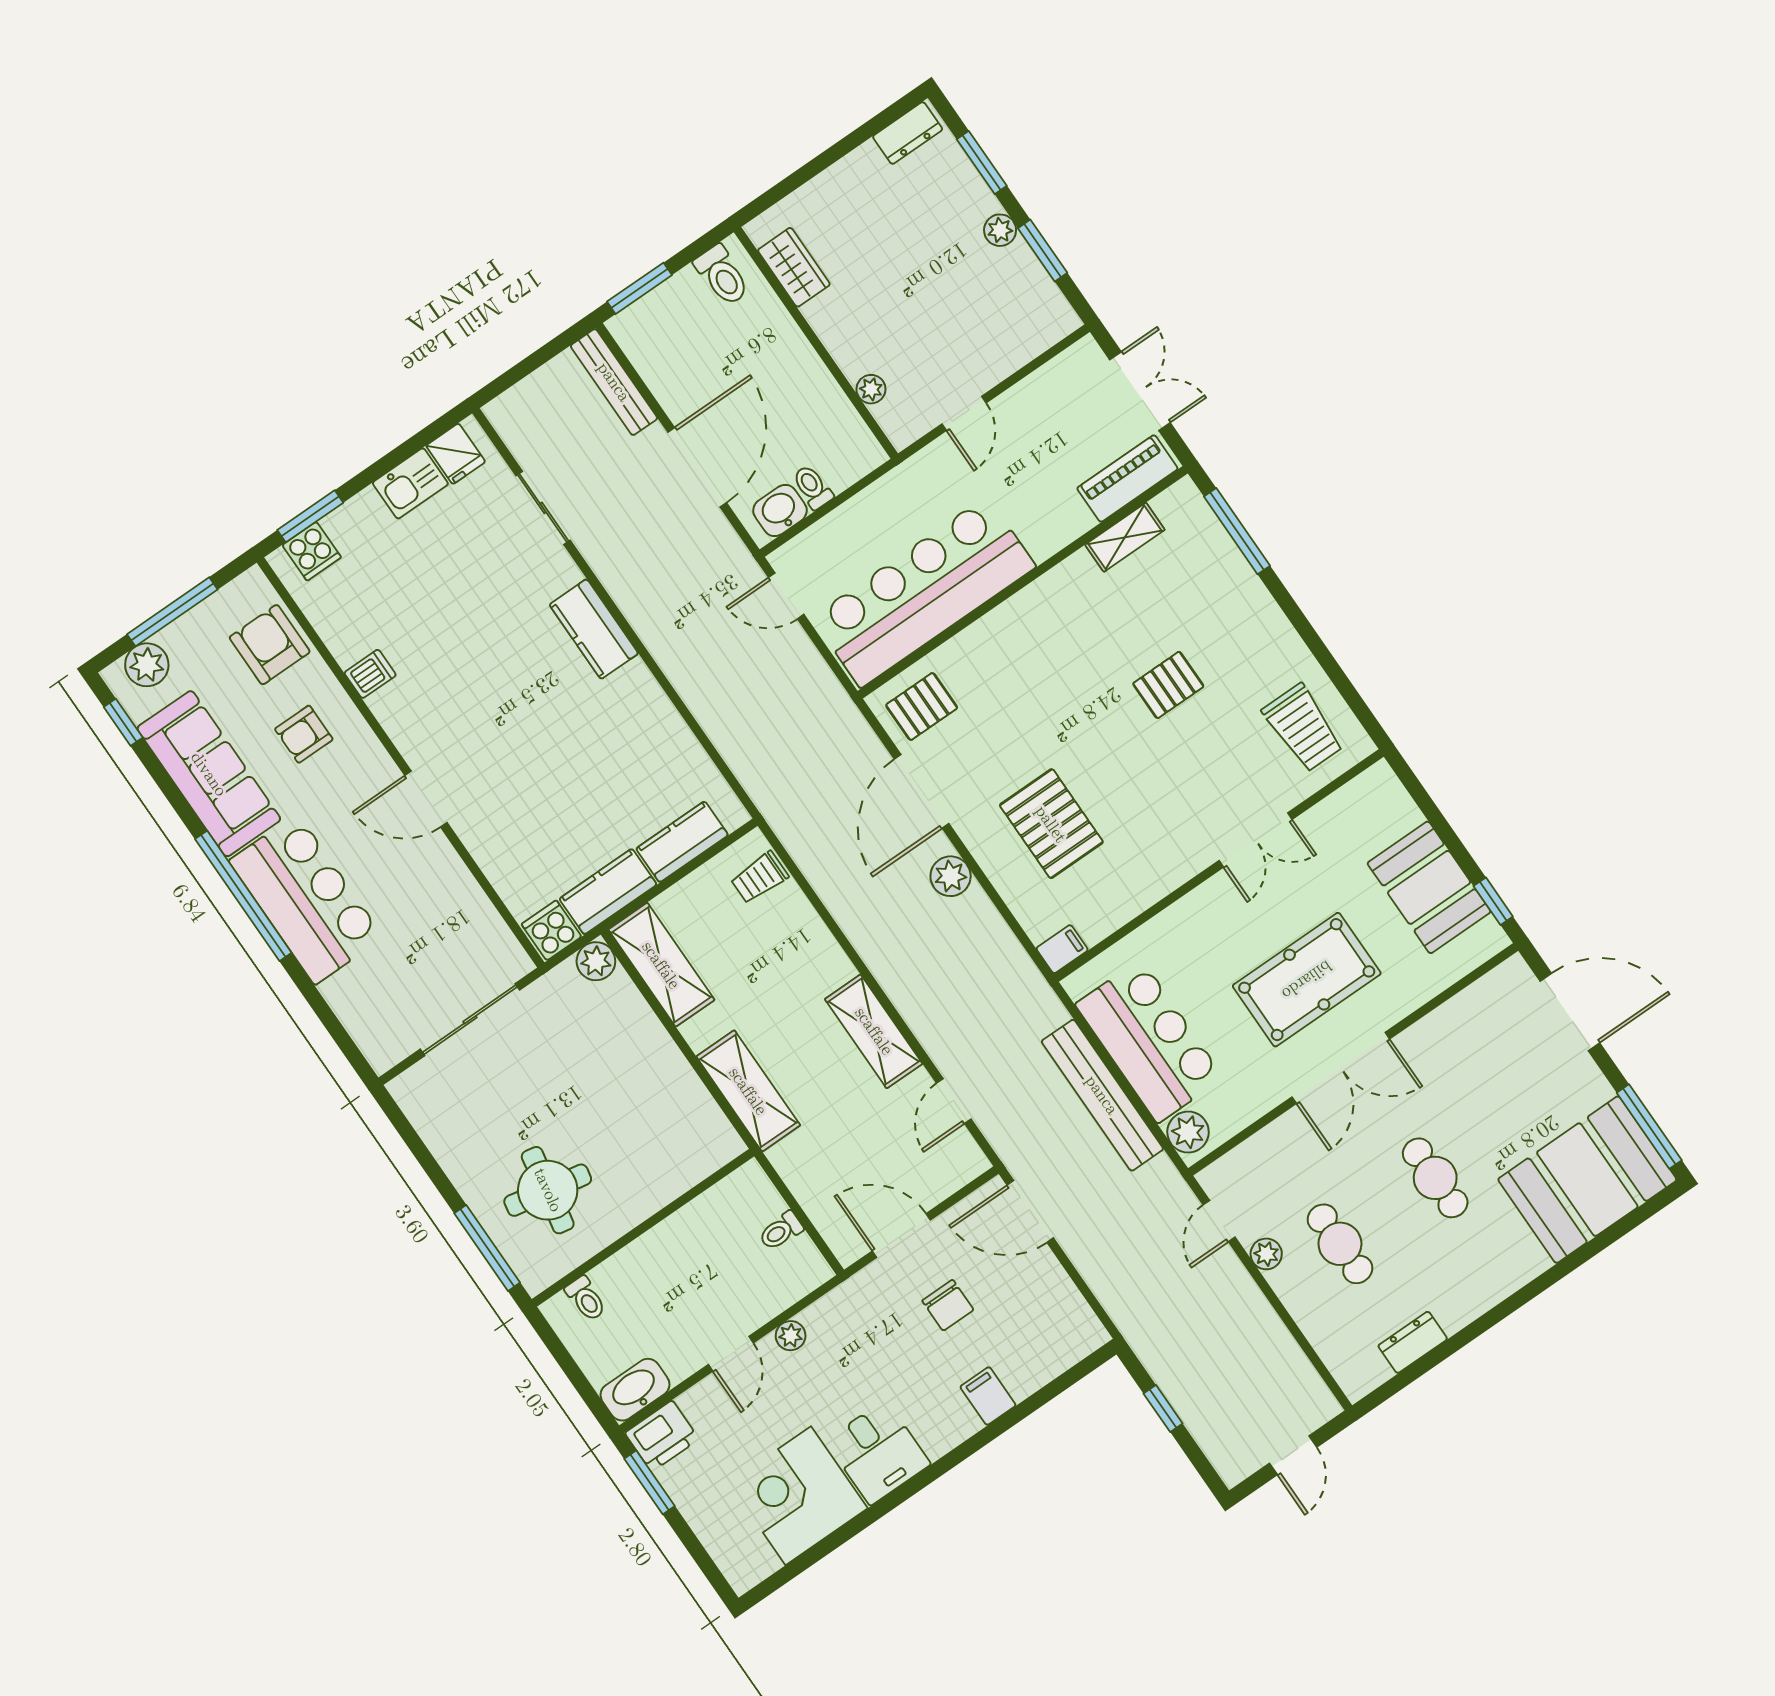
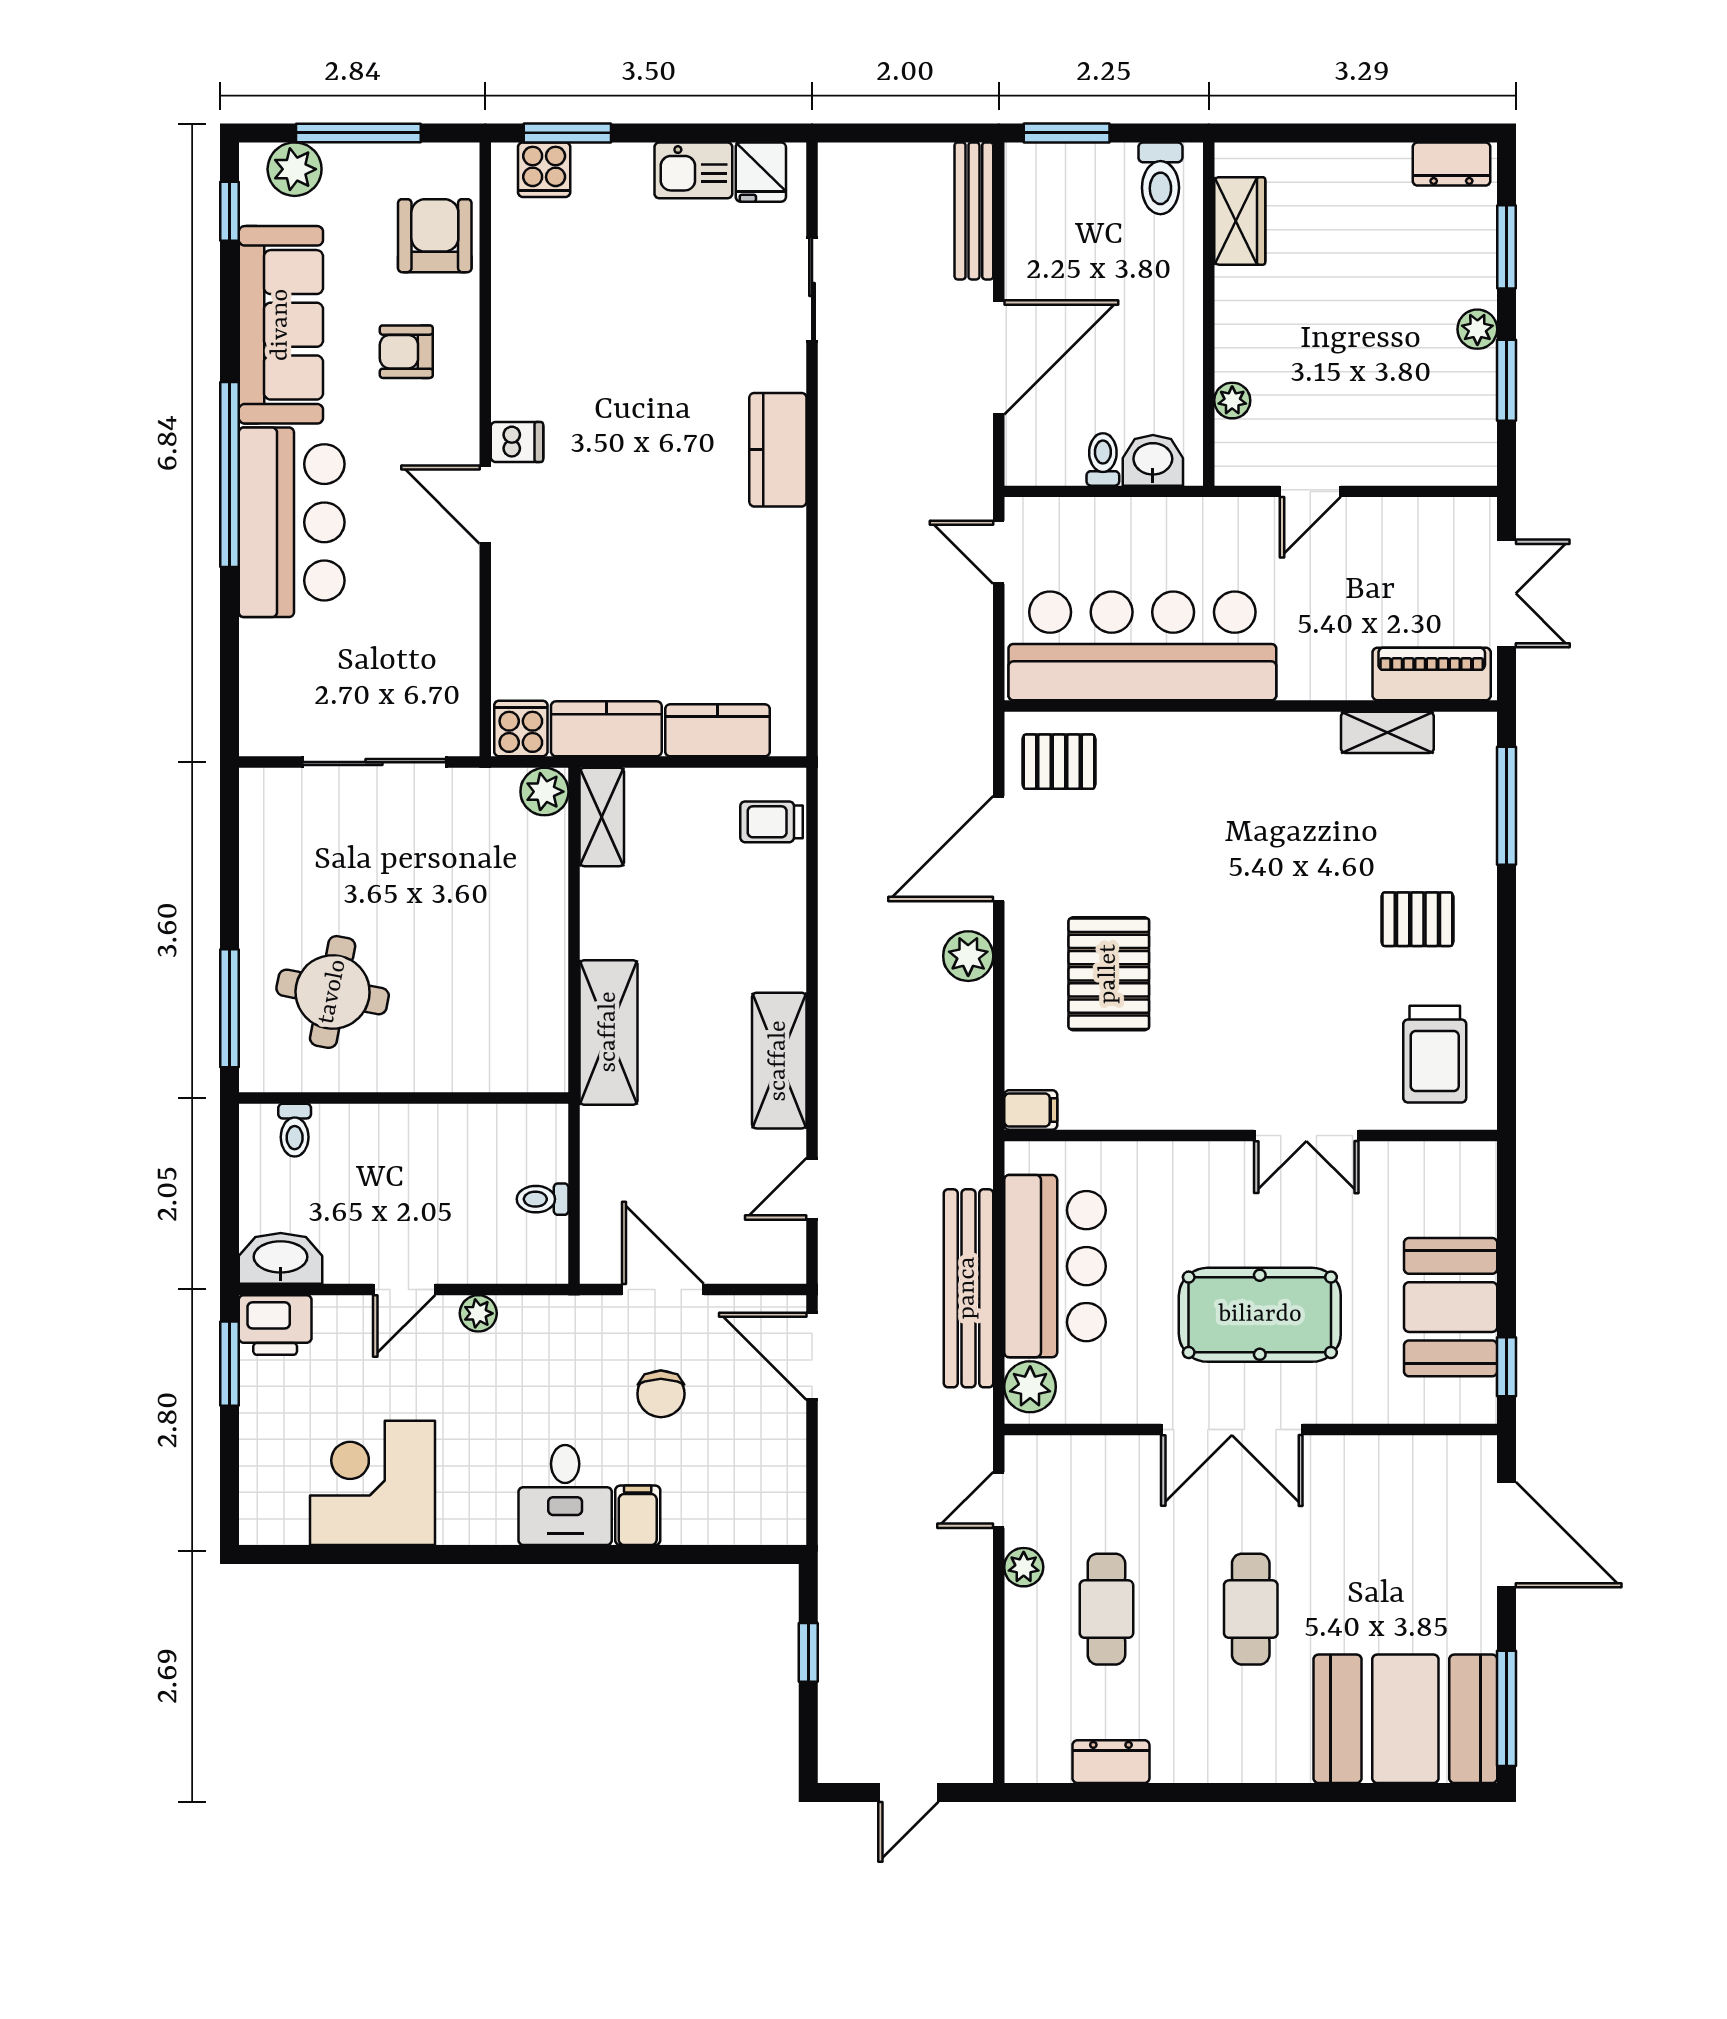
washbasin: (780, 510) -> (1153, 460), moved
dishwasher: (370, 674) -> (517, 442), moved
pallet: (1168, 685) -> (1417, 919), moved
shelving: (661, 965) -> (602, 817), width x0.67, depth x0.75
desk: (878, 1452) -> (565, 1495), moved

